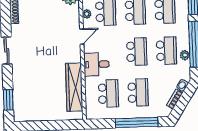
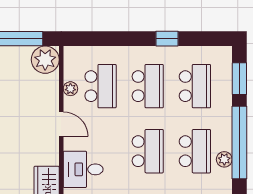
door: (82, 36) -> (61, 124), hinge flipped

